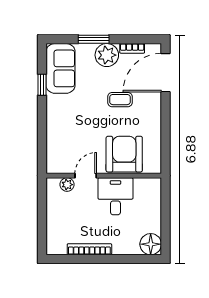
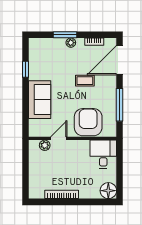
plant: (107, 55) -> (71, 43), width x0.53, depth x0.53
sofa: (60, 68) -> (40, 100), moved
window: (166, 131) -> (120, 105), added
desk: (115, 196) -> (103, 154), moved

